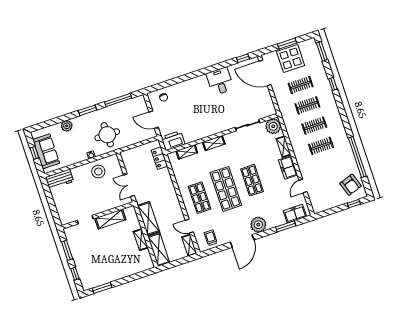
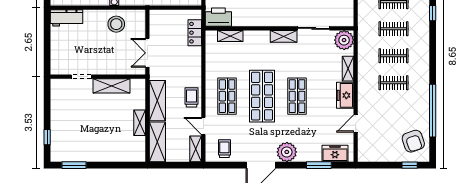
shelving: (214, 143) -> (284, 36), moved
trolley: (173, 208) -> (191, 97), added
window: (67, 250) -> (47, 106), removed

